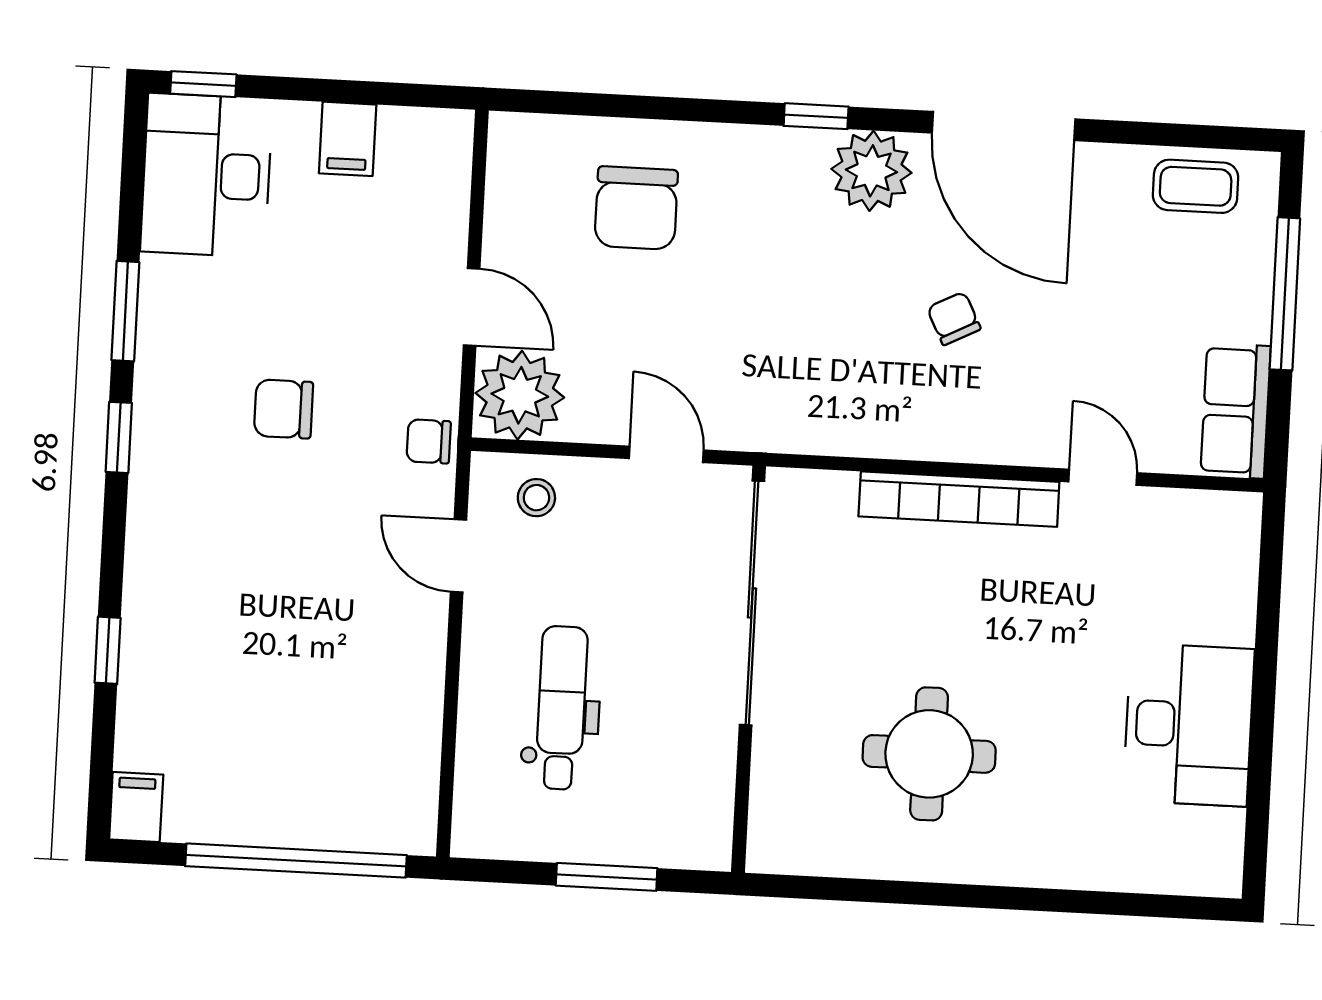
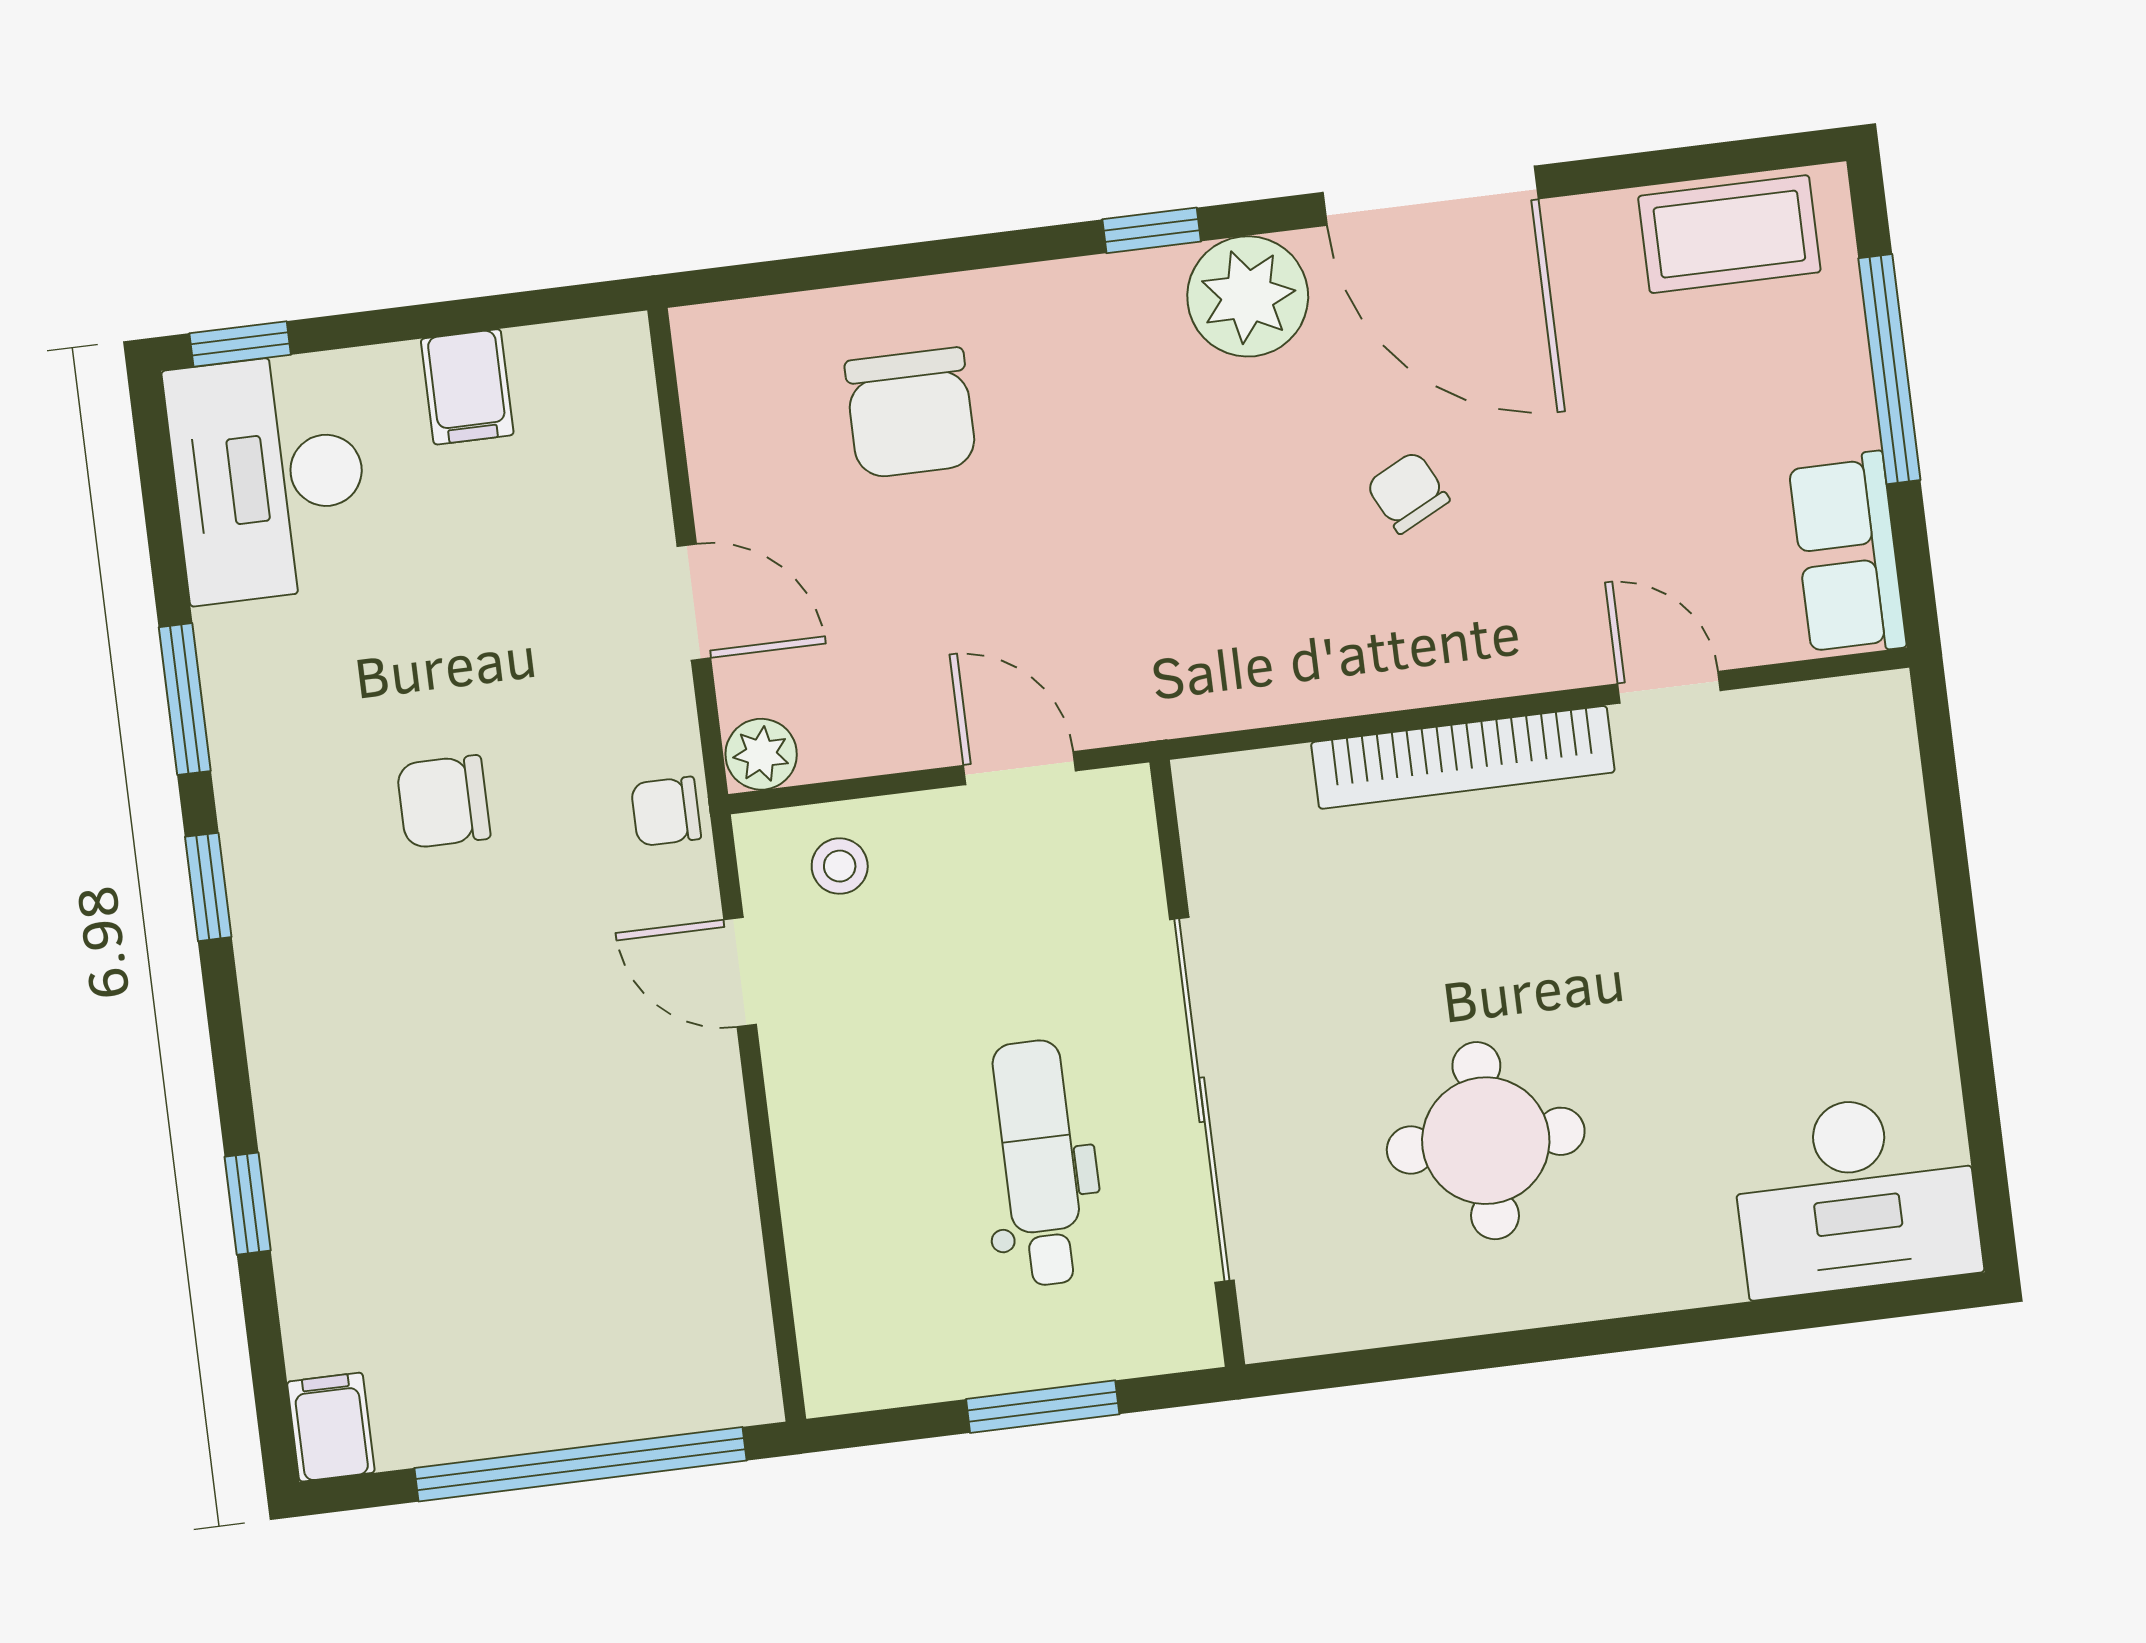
coffee table: (1196, 186) -> (1729, 234), width x1.36, depth x1.30
plant: (520, 395) -> (761, 754), width x0.53, depth x0.53
sliding door: (752, 603) -> (1202, 1100), moved
dental chair: (561, 708) -> (1039, 1163), moved
desk: (1189, 725) -> (1856, 1195), moved, turned 90

